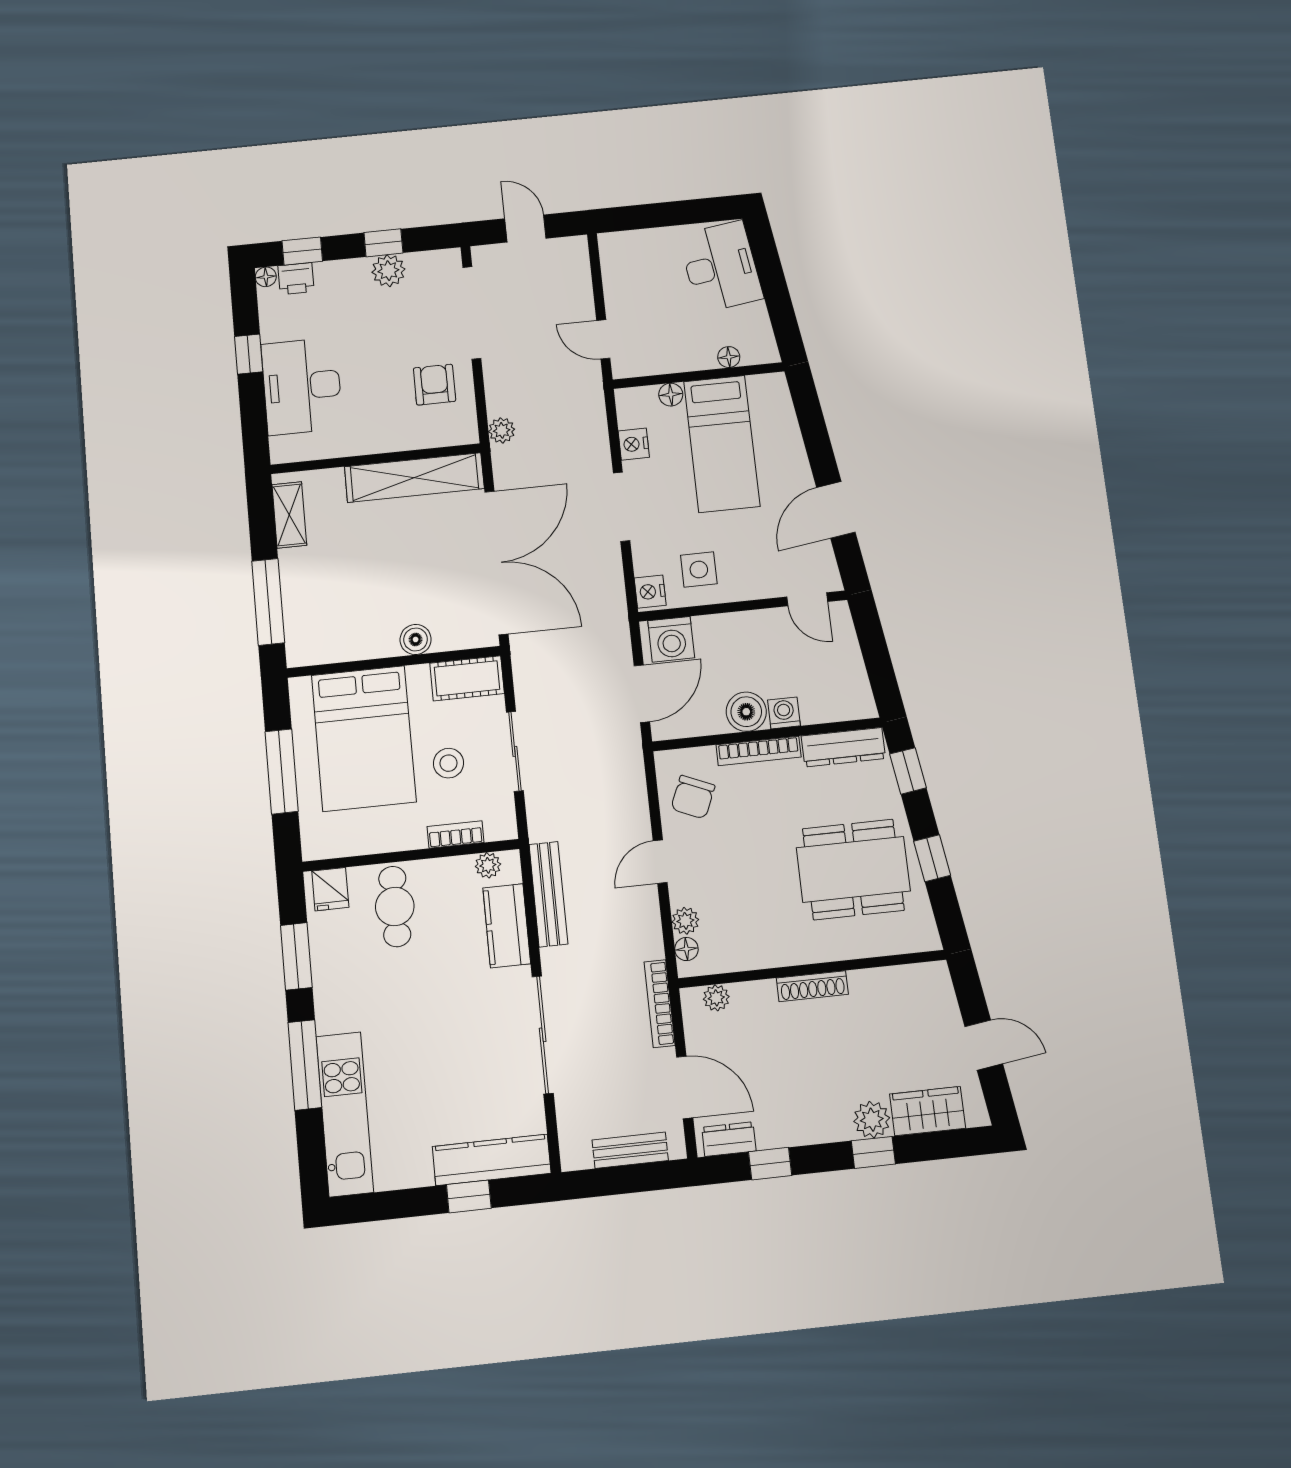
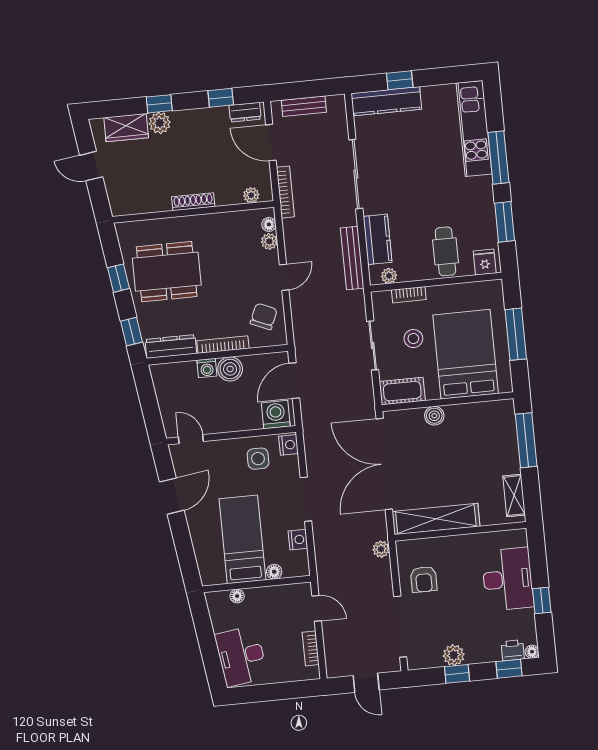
bookcase: (612, 279) -> (311, 648), added

